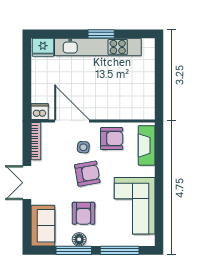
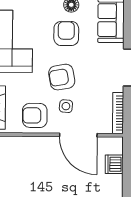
dishwasher: (40, 112) -> (114, 164), moved, turned 90

